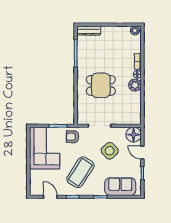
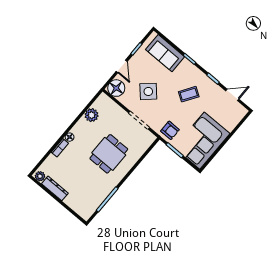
dresser: (89, 31) -> (55, 188), moved
dining table: (101, 85) -> (109, 154), turned 90
plant: (135, 85) -> (92, 115), moved
coffee table: (80, 172) -> (189, 94), width x0.54, depth x0.58
door: (50, 197) -> (232, 95), swing flipped

